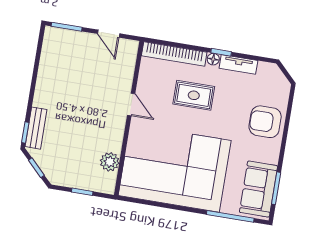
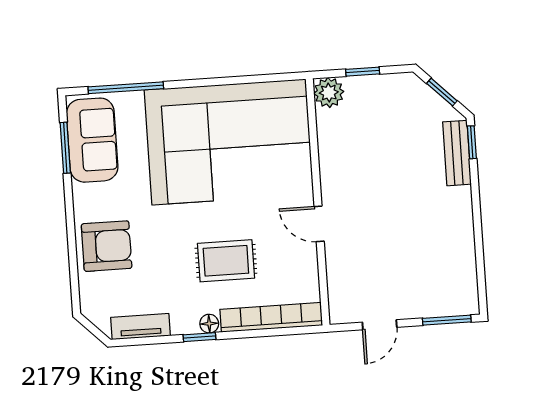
door: (109, 34) -> (380, 325), swing flipped
tv unit: (238, 64) -> (141, 327), moved
plant: (110, 162) -> (329, 93), moved

